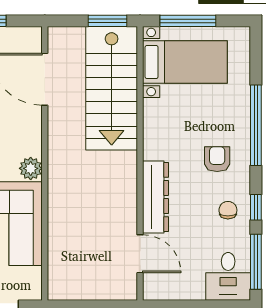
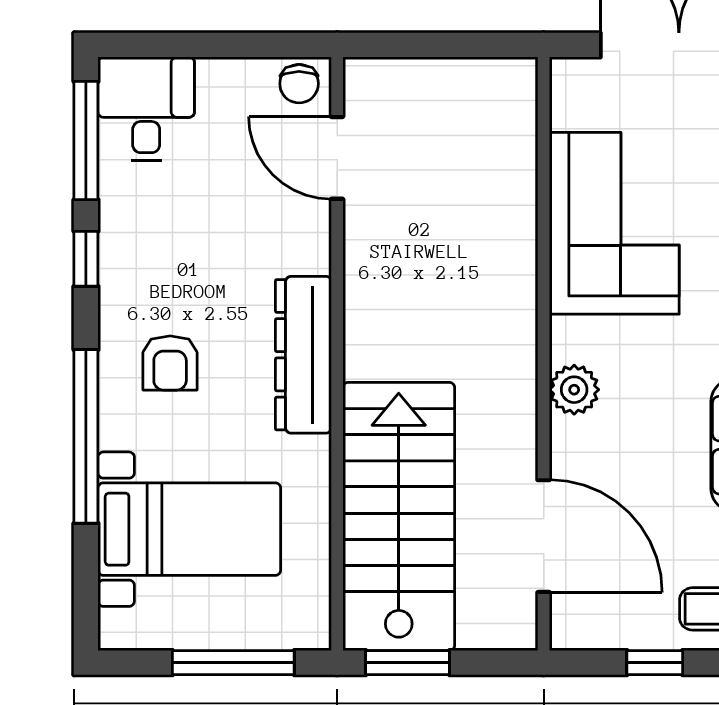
bed with nightstands: (185, 62) -> (189, 529), moved, turned 180
plant: (31, 168) -> (574, 390), moved
dresser: (156, 197) -> (303, 355), moved
chair: (228, 210) -> (299, 84), moved

